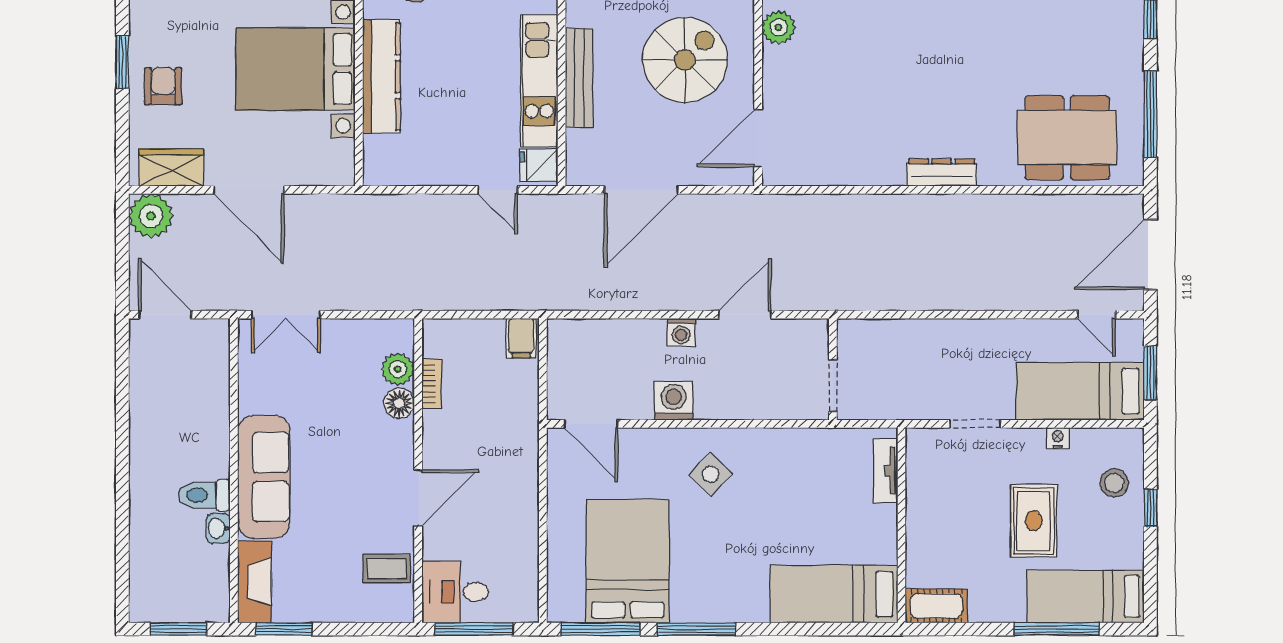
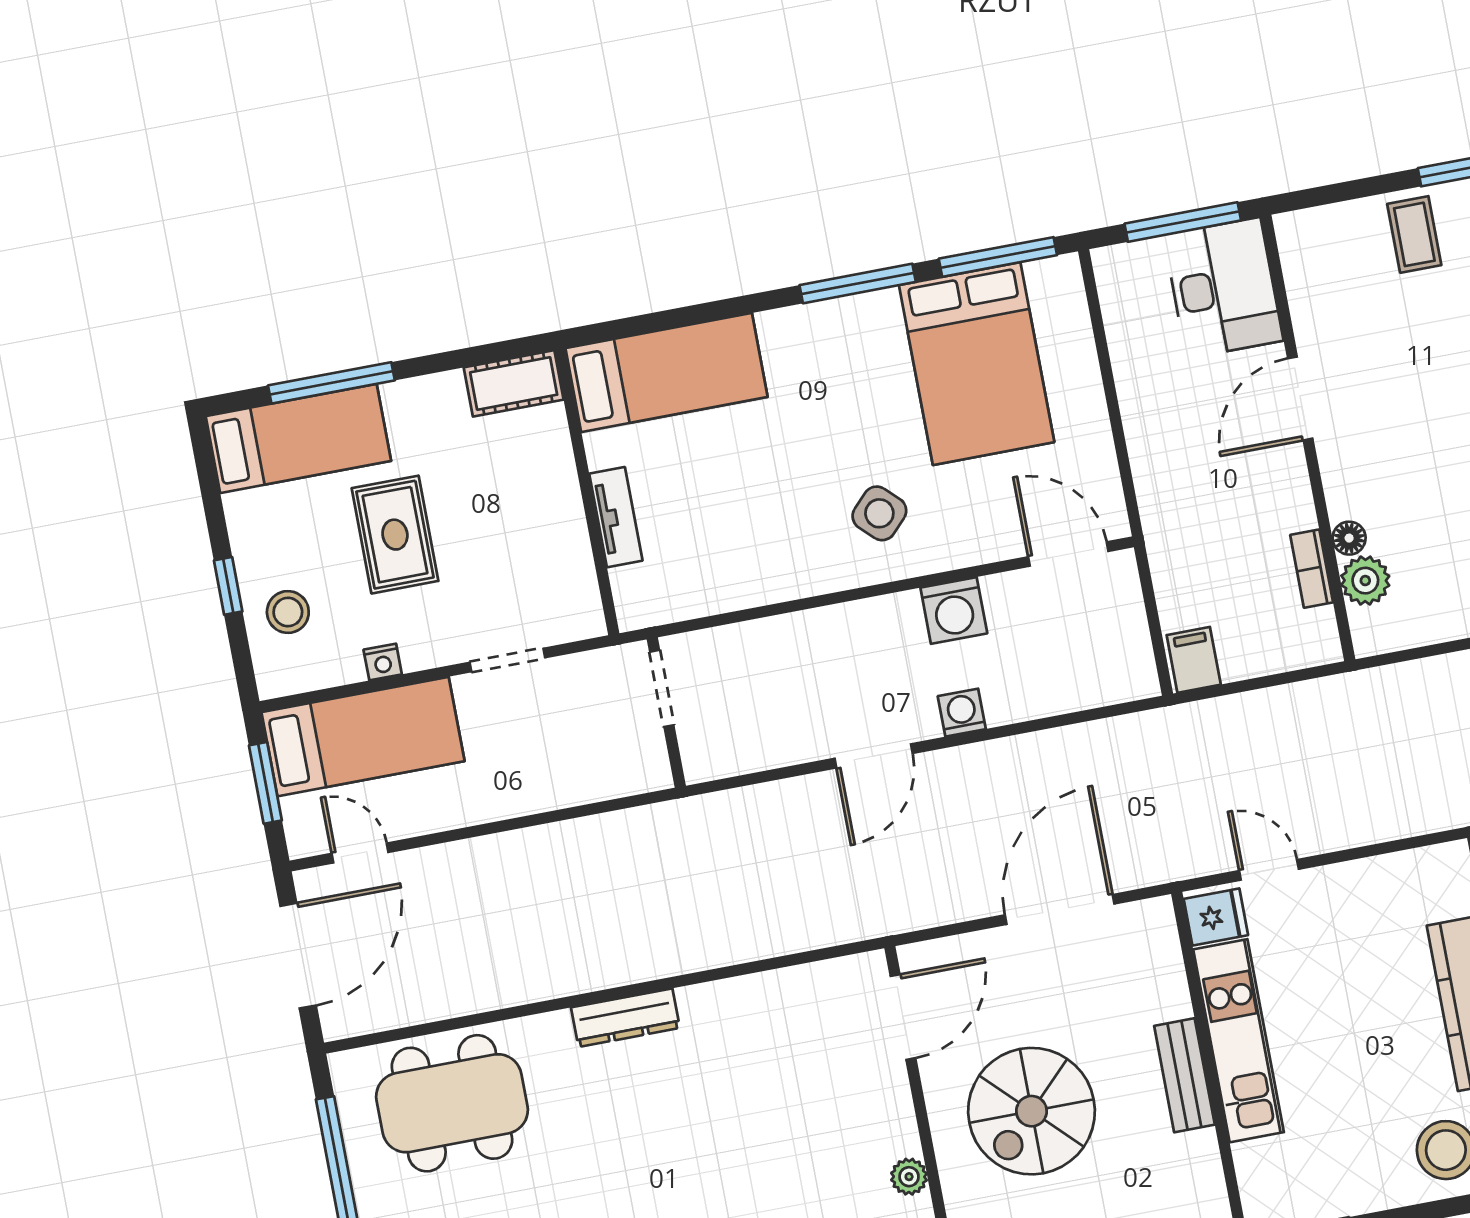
plant: (779, 27) -> (909, 1177), width x0.73, depth x0.73
bench: (579, 78) -> (1184, 1075), width x0.73
wall: (833, 369) -> (666, 713), moved
doorway: (833, 386) -> (662, 688), moved
floor lamp: (399, 403) -> (1349, 538), width x0.73, depth x0.73
tv unit: (886, 471) -> (616, 517), moved
coffee table: (387, 569) -> (1414, 234), moved, turned 90
desk: (455, 592) -> (1223, 288), width x1.37

